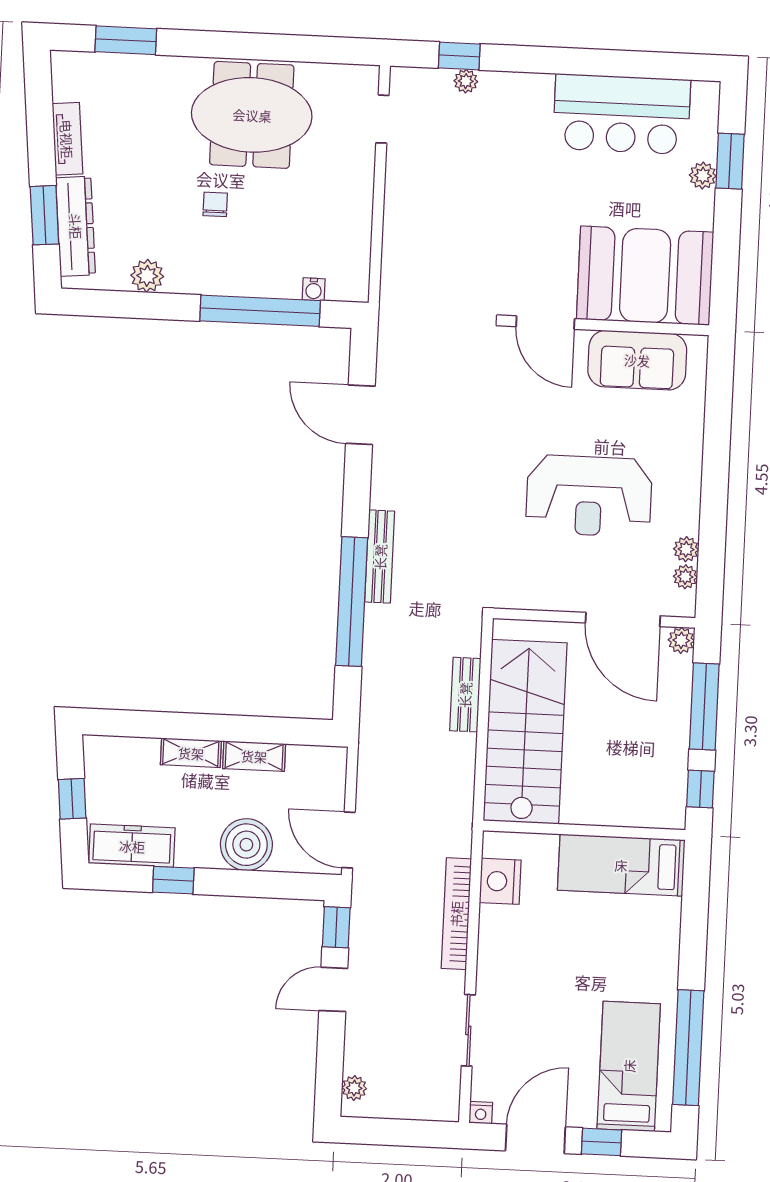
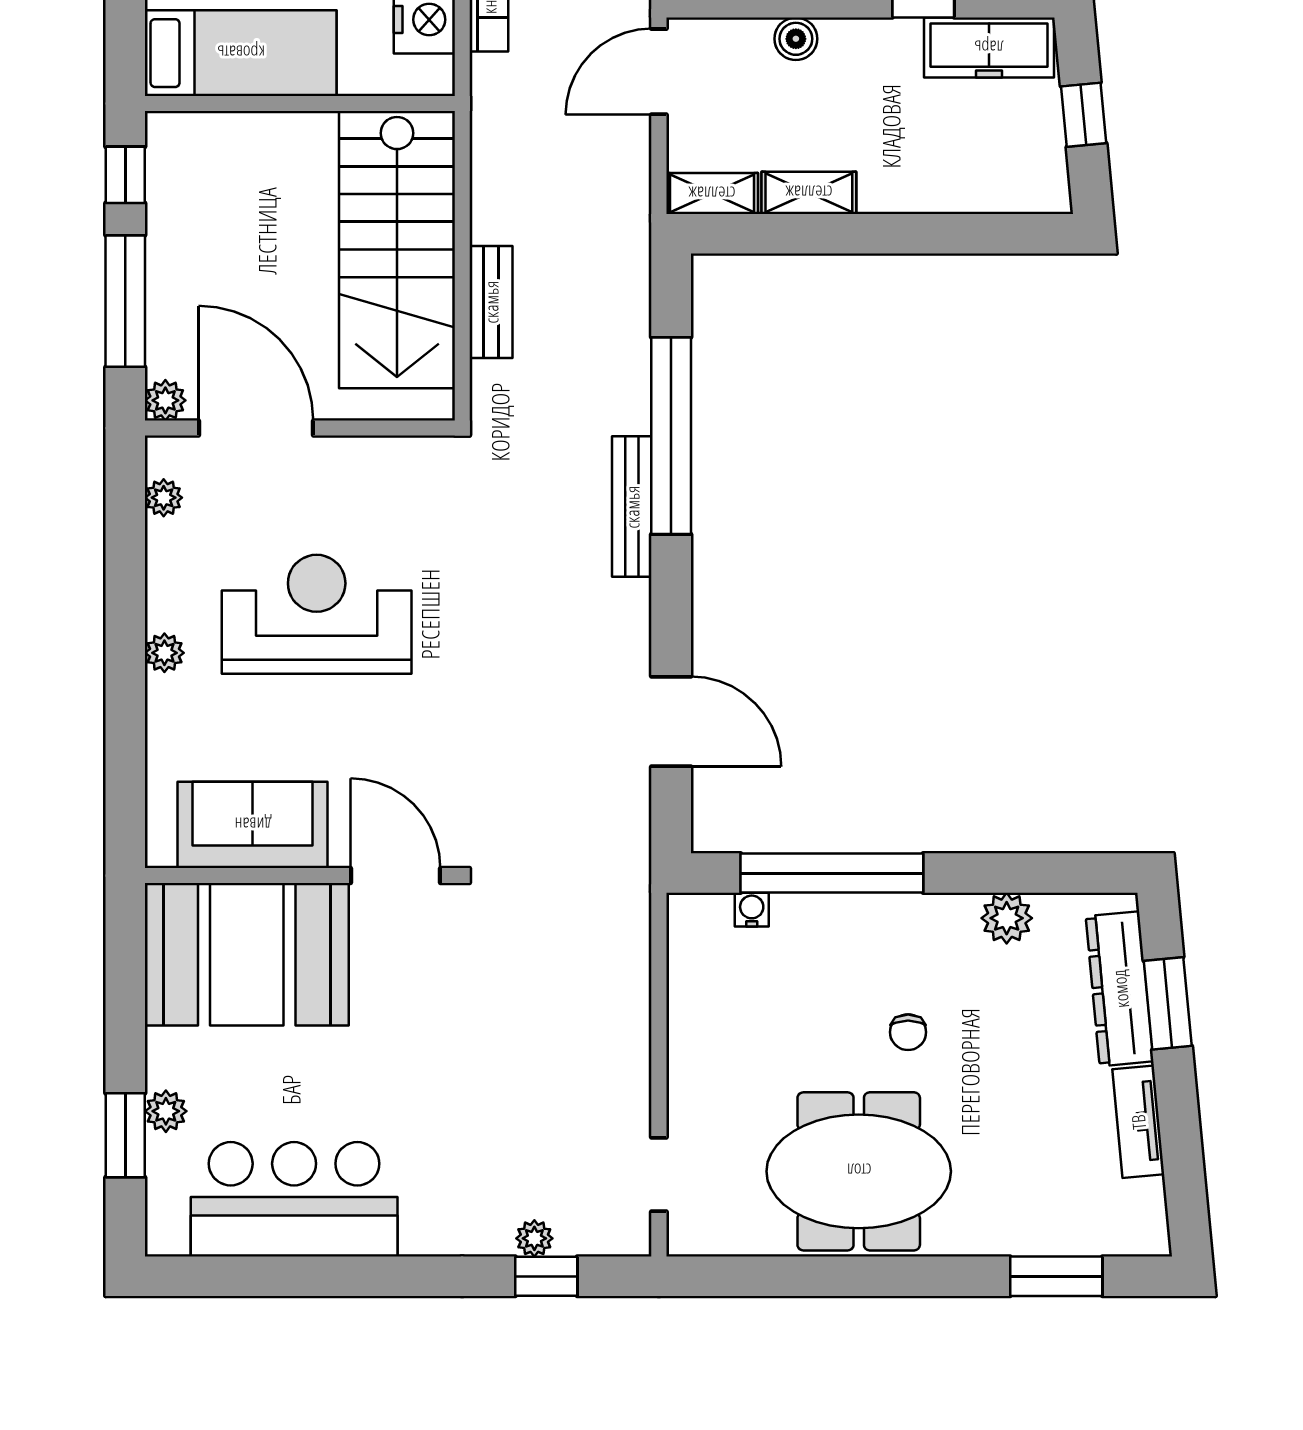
plant: (686, 549) -> (164, 653), moved
shelving: (191, 753) -> (712, 194), moved
door: (348, 840) -> (659, 72), swing flipped
boiler: (246, 845) -> (796, 39), width x0.54, depth x0.54

